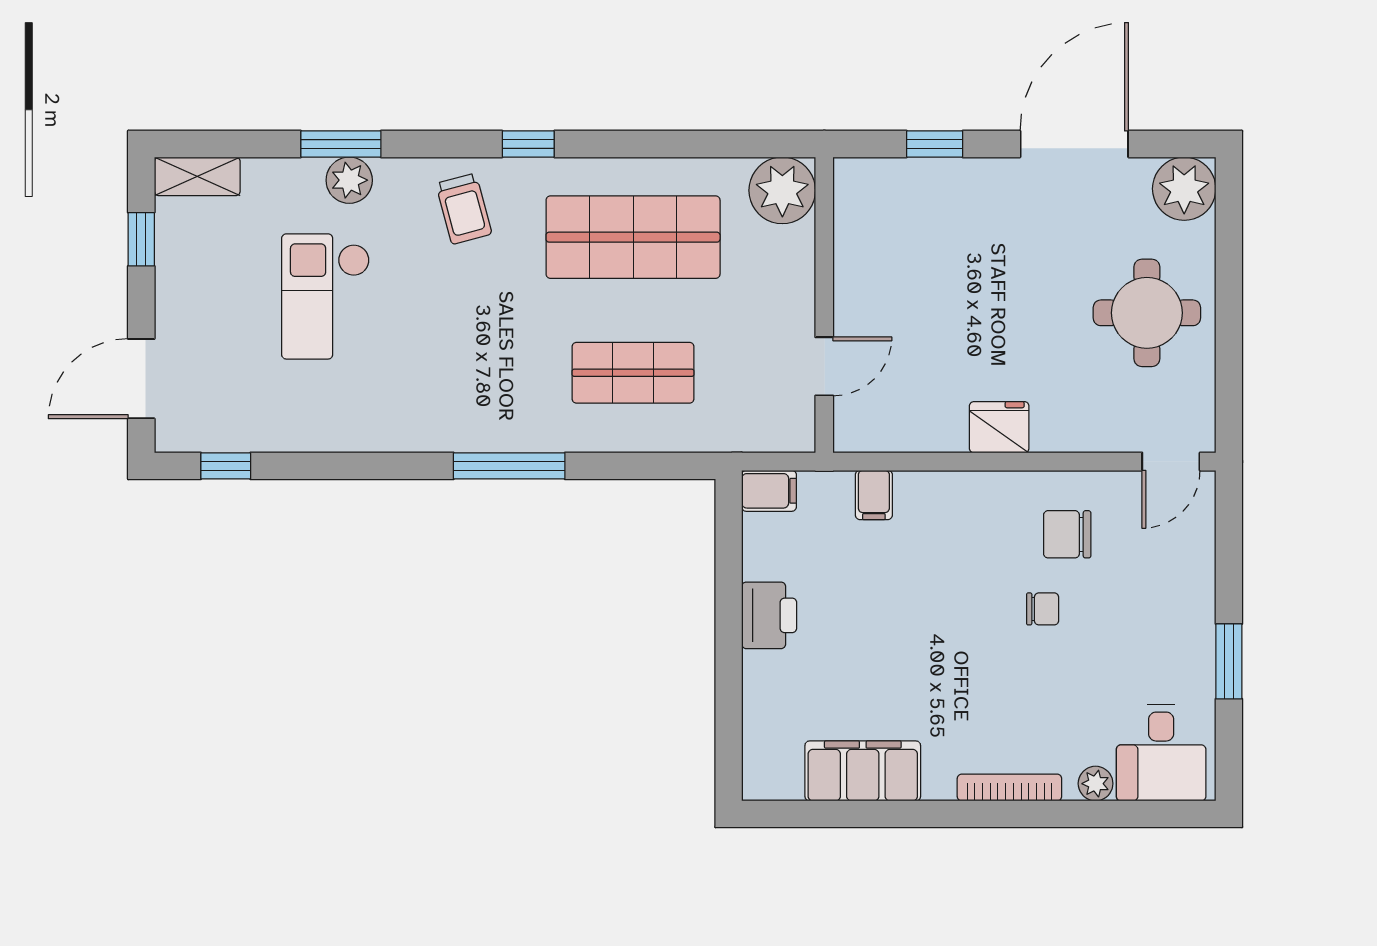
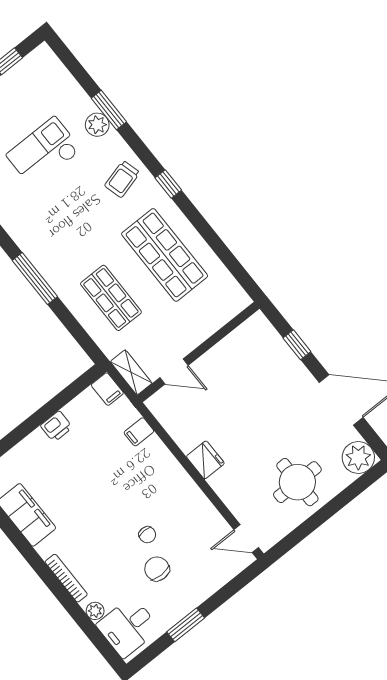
shelving: (197, 176) -> (131, 372), moved
plant: (782, 190) -> (230, 299), removed
chair: (1067, 534) -> (157, 569), moved
printer: (769, 615) -> (56, 426), width x0.73, depth x0.81

